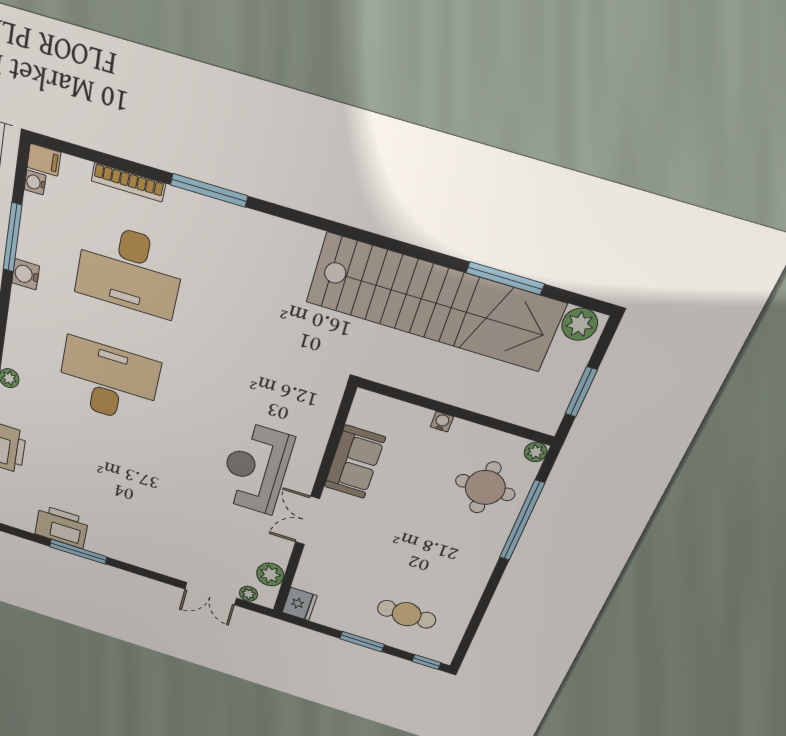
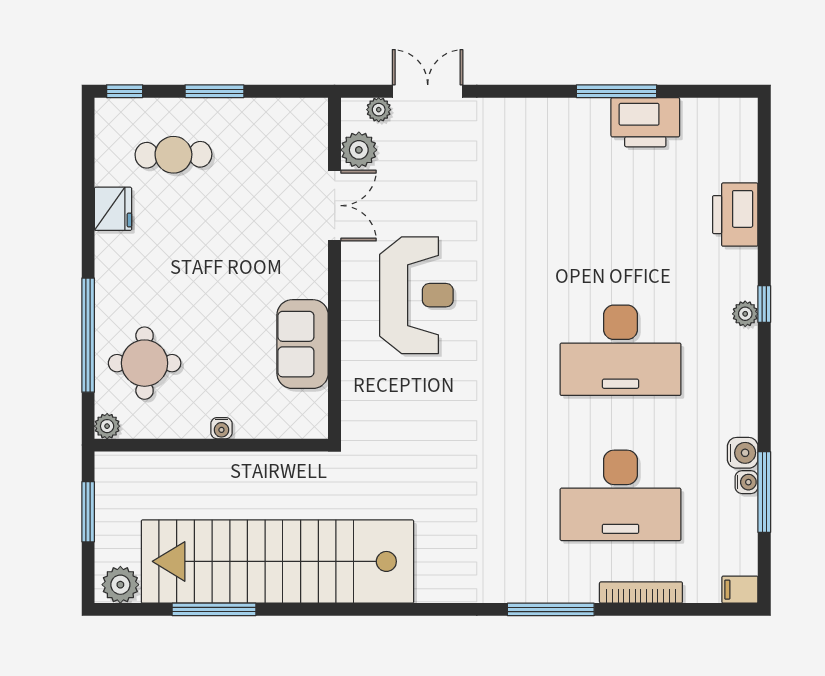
water cooler: (35, 182) -> (747, 482), moved
desk: (130, 270) -> (621, 495), turned 180
double door: (307, 521) -> (335, 206), moved
fridge: (300, 604) -> (113, 209), moved, turned 180

